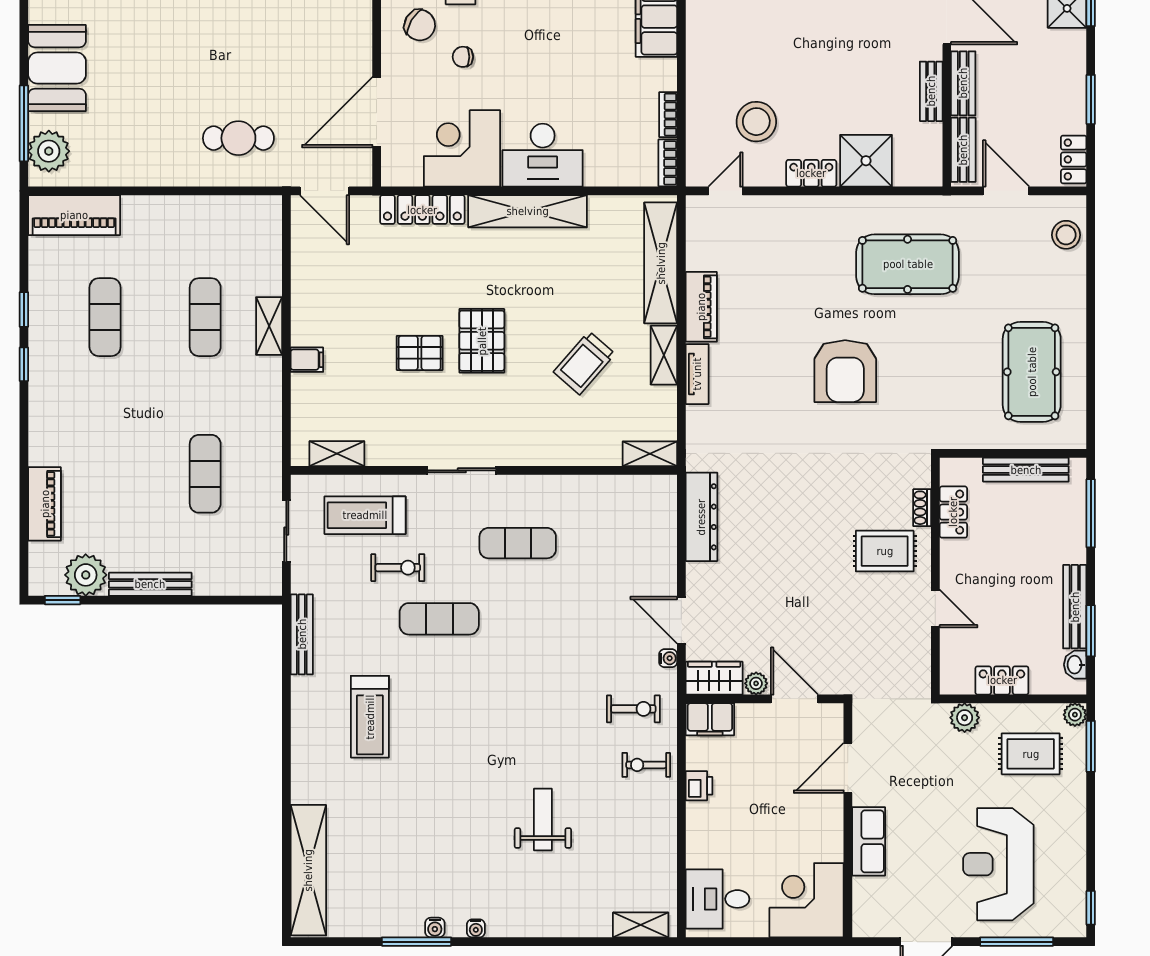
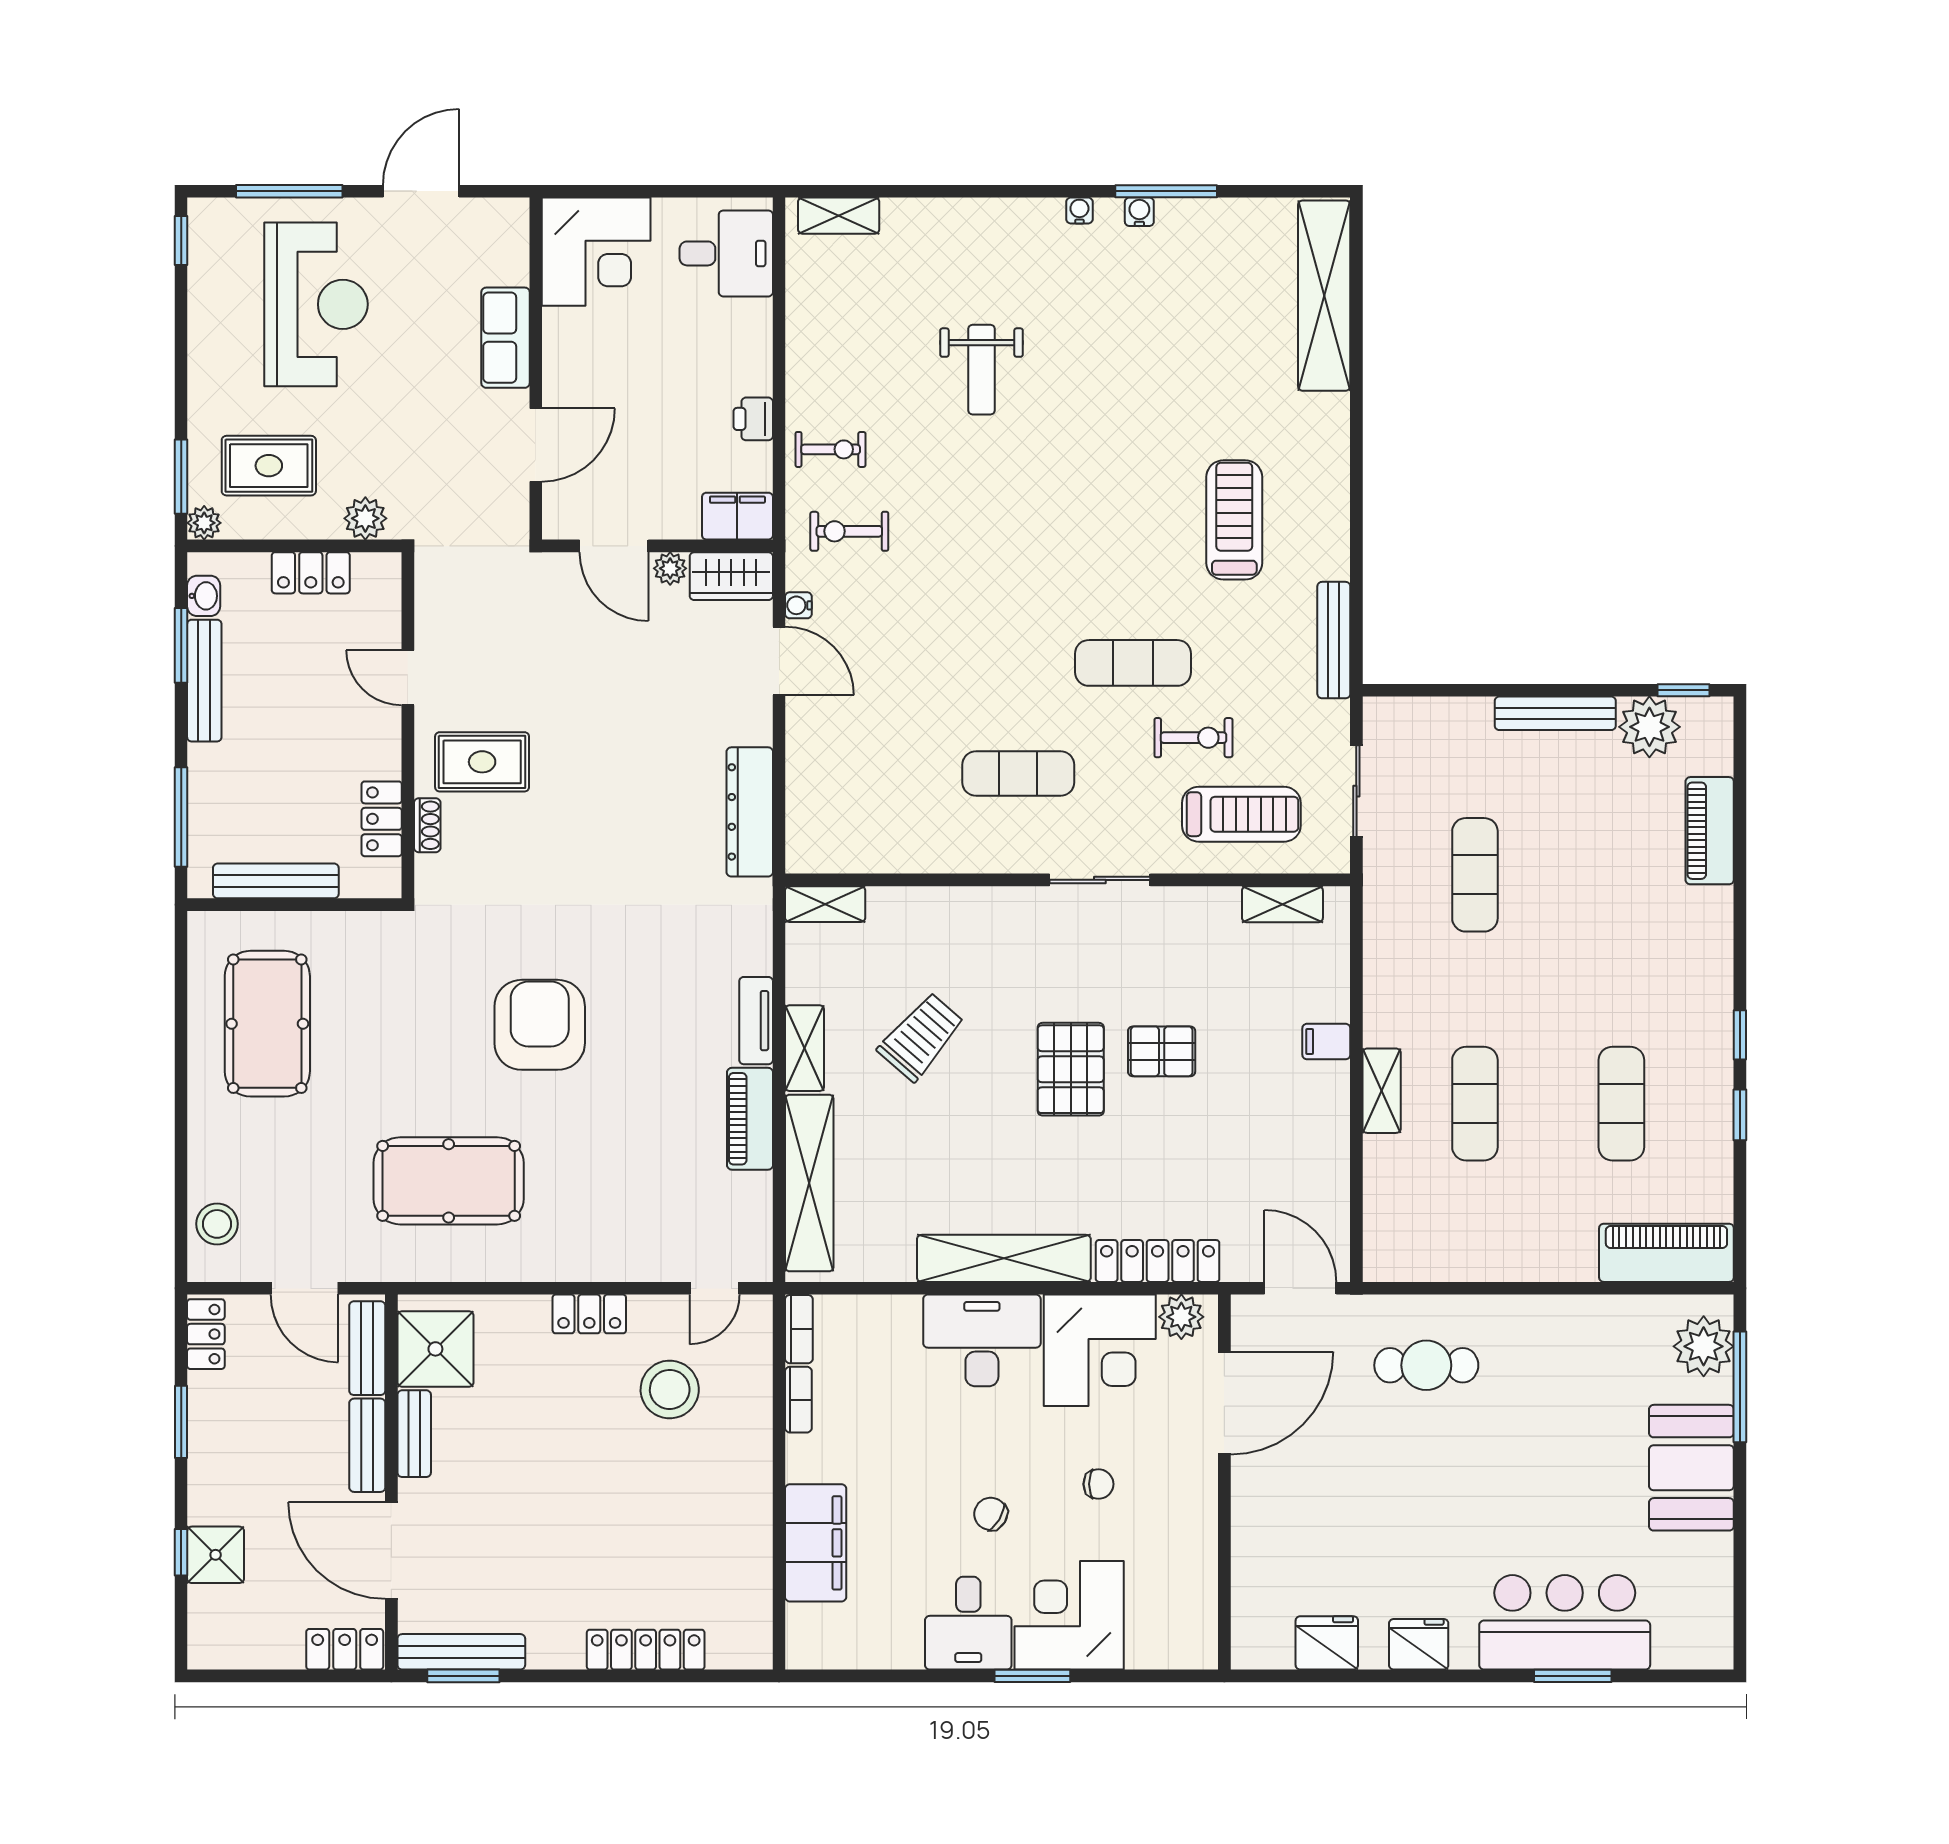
chair: (420, 25) -> (991, 1514), moved, width x0.73, depth x0.73
shower: (866, 161) -> (435, 1349), moved
plant: (406, 171) -> (1181, 1317), added
exercise bike: (398, 568) -> (1194, 738), turned 180

